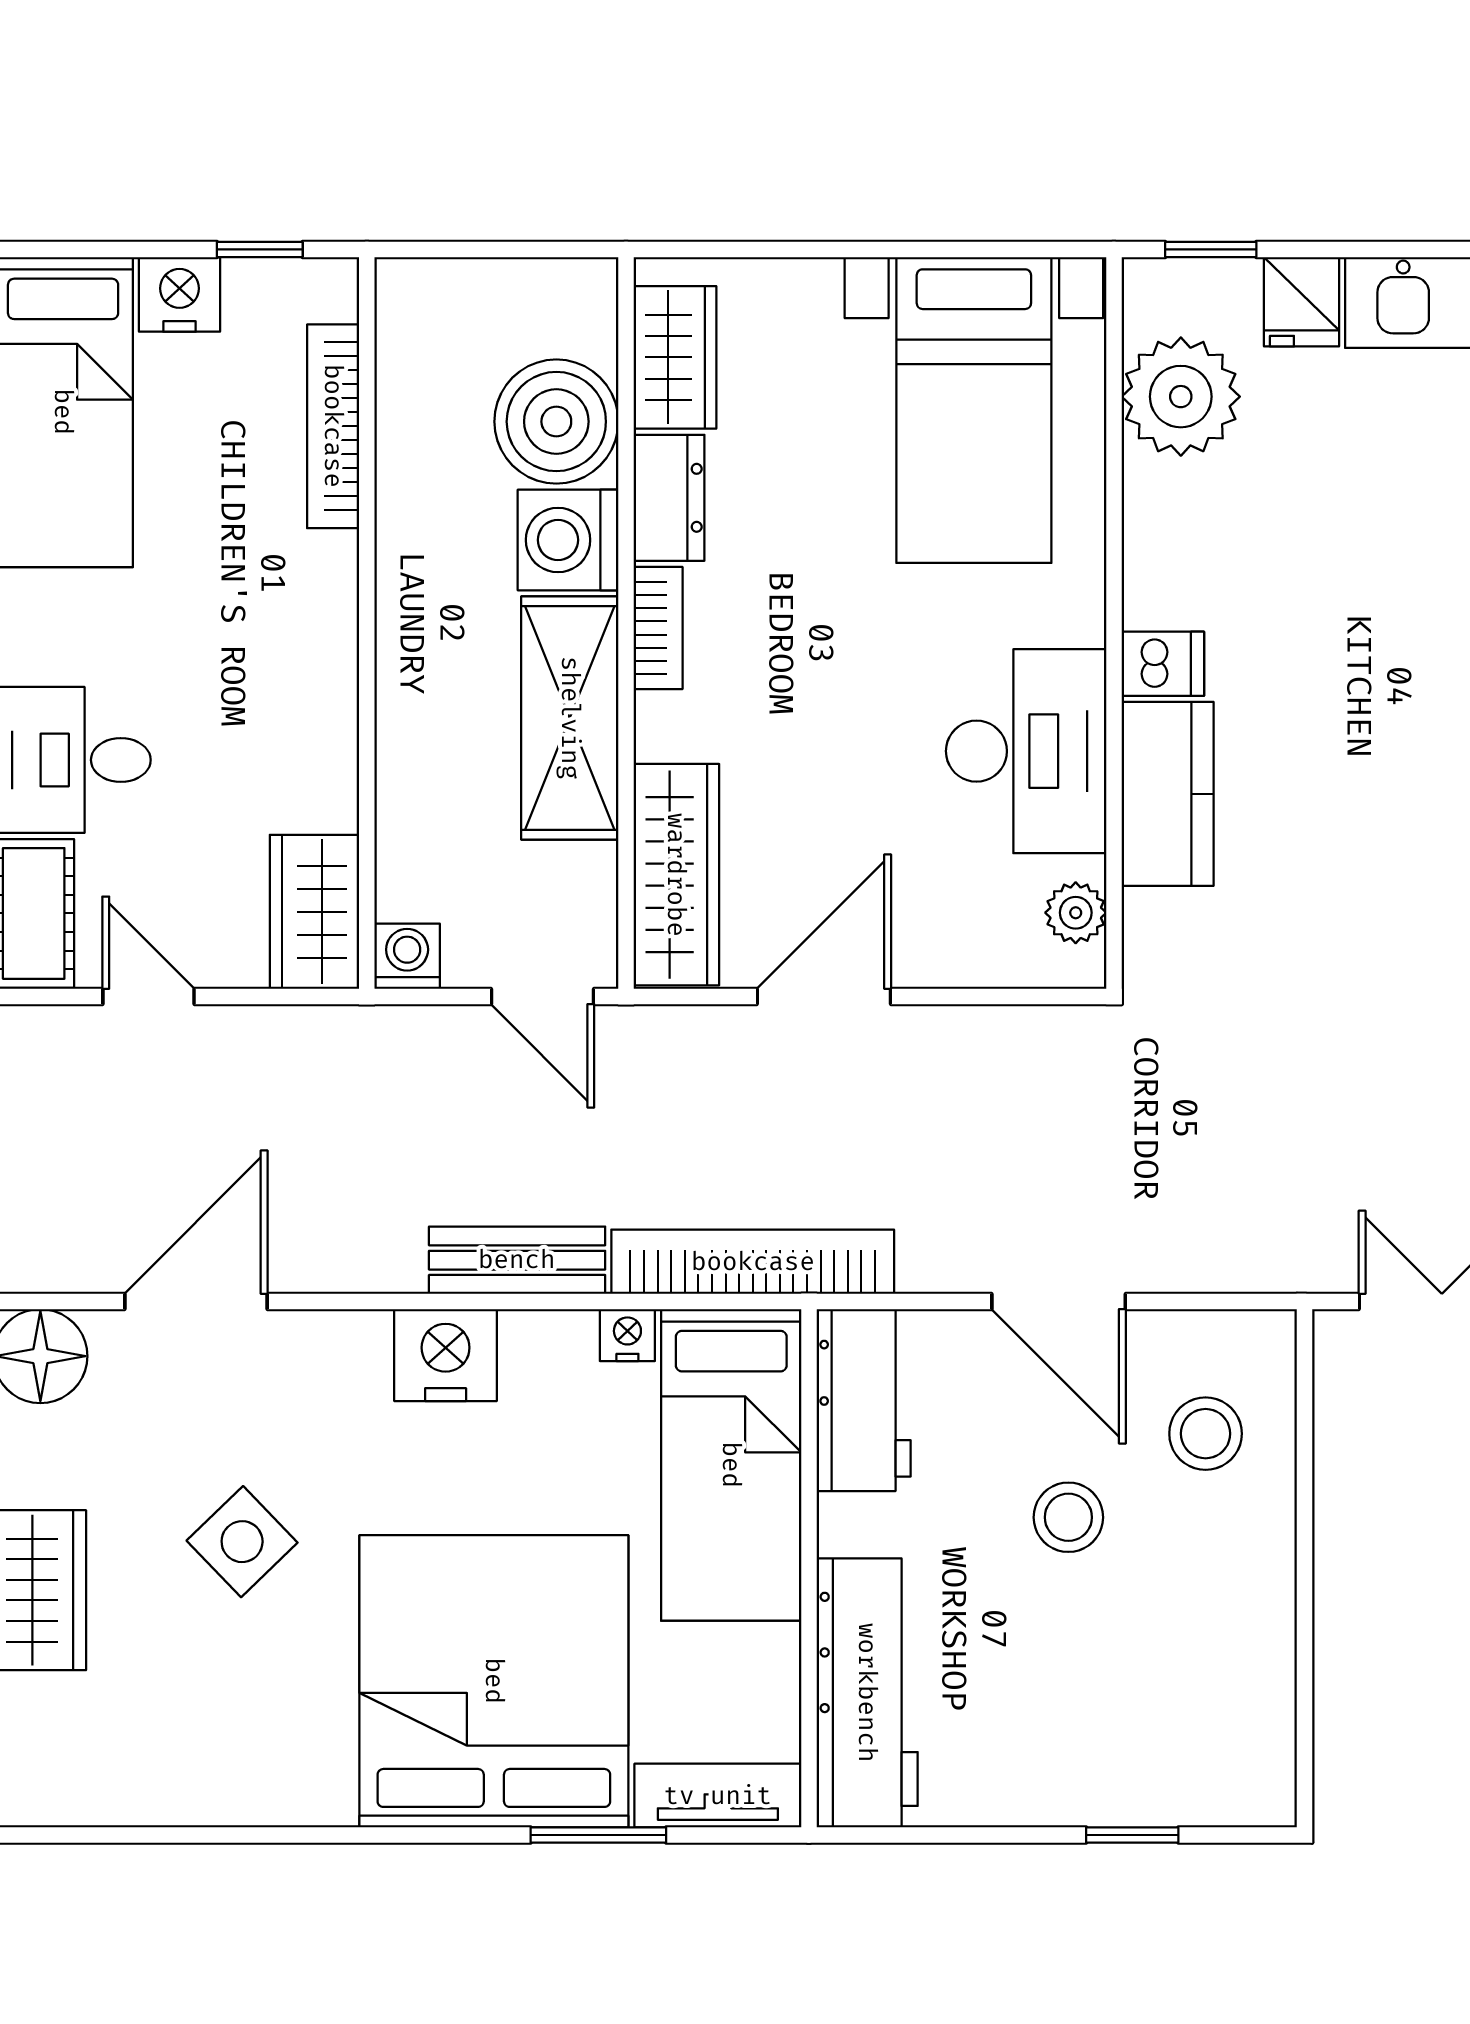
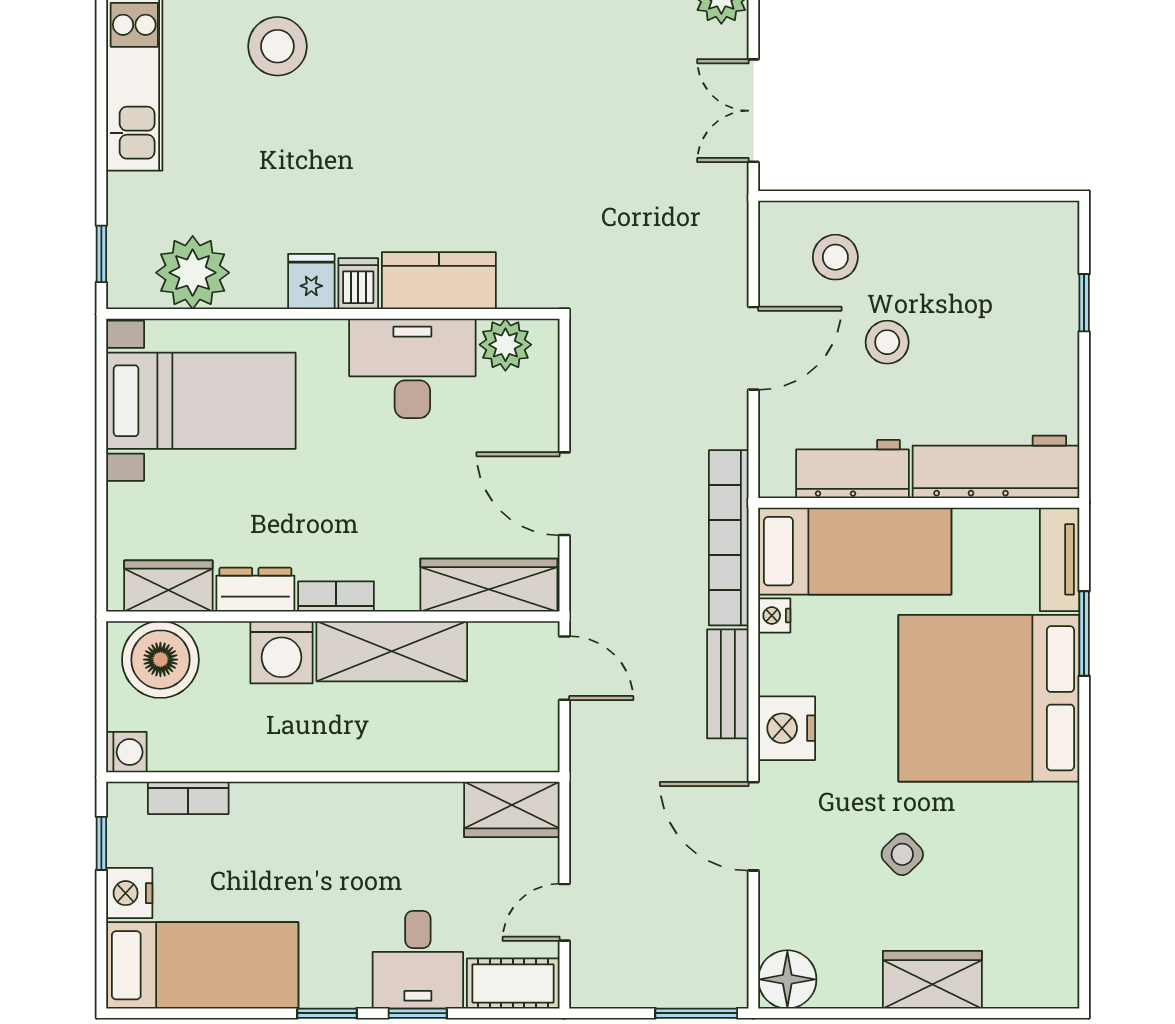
fridge: (1301, 302) -> (311, 282), moved, turned -90
boiler: (556, 422) -> (160, 660), moved
bookcase: (333, 426) -> (188, 798), width x0.64
plant: (1076, 913) -> (505, 345), width x1.38, depth x1.38
washing machine: (407, 956) -> (126, 752), moved, turned 180
door: (543, 996) -> (564, 668), hinge flipped
door: (196, 1301) -> (753, 826), moved
workbench: (864, 1400) -> (852, 469), moved
side table: (242, 1542) -> (902, 854), width x0.73, depth x0.73

